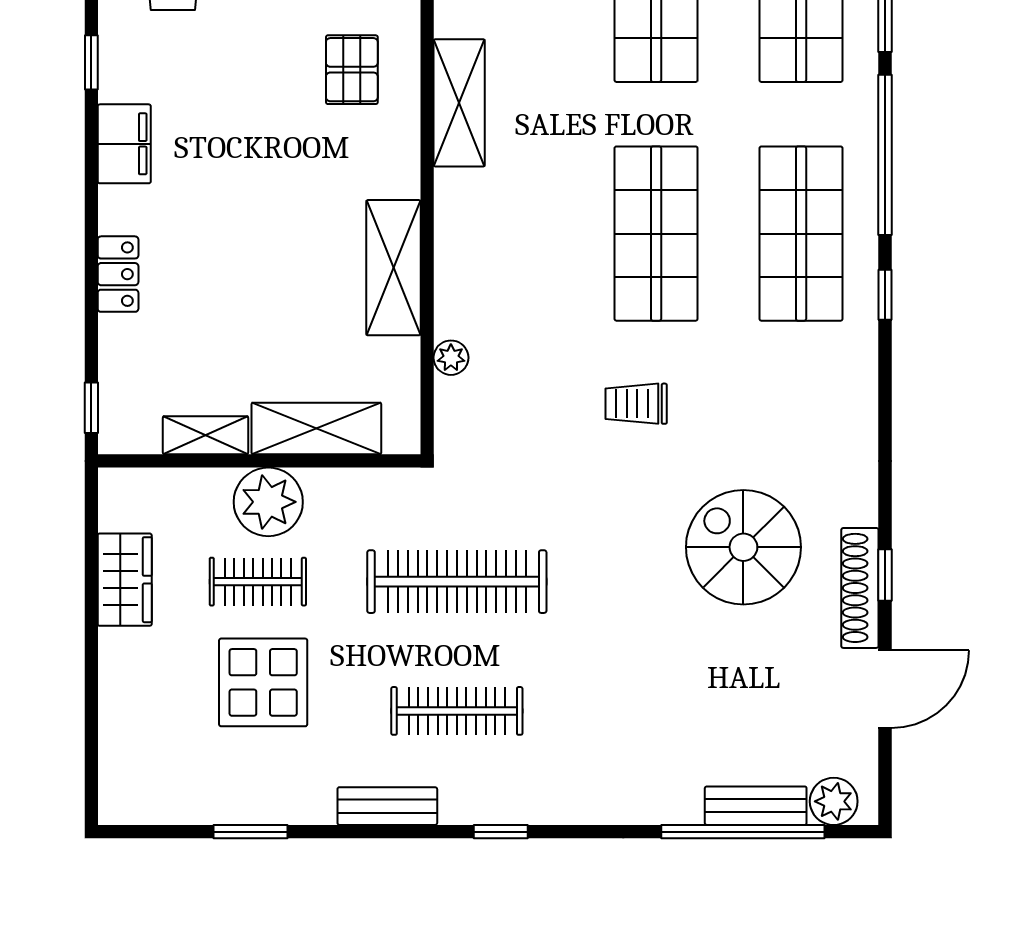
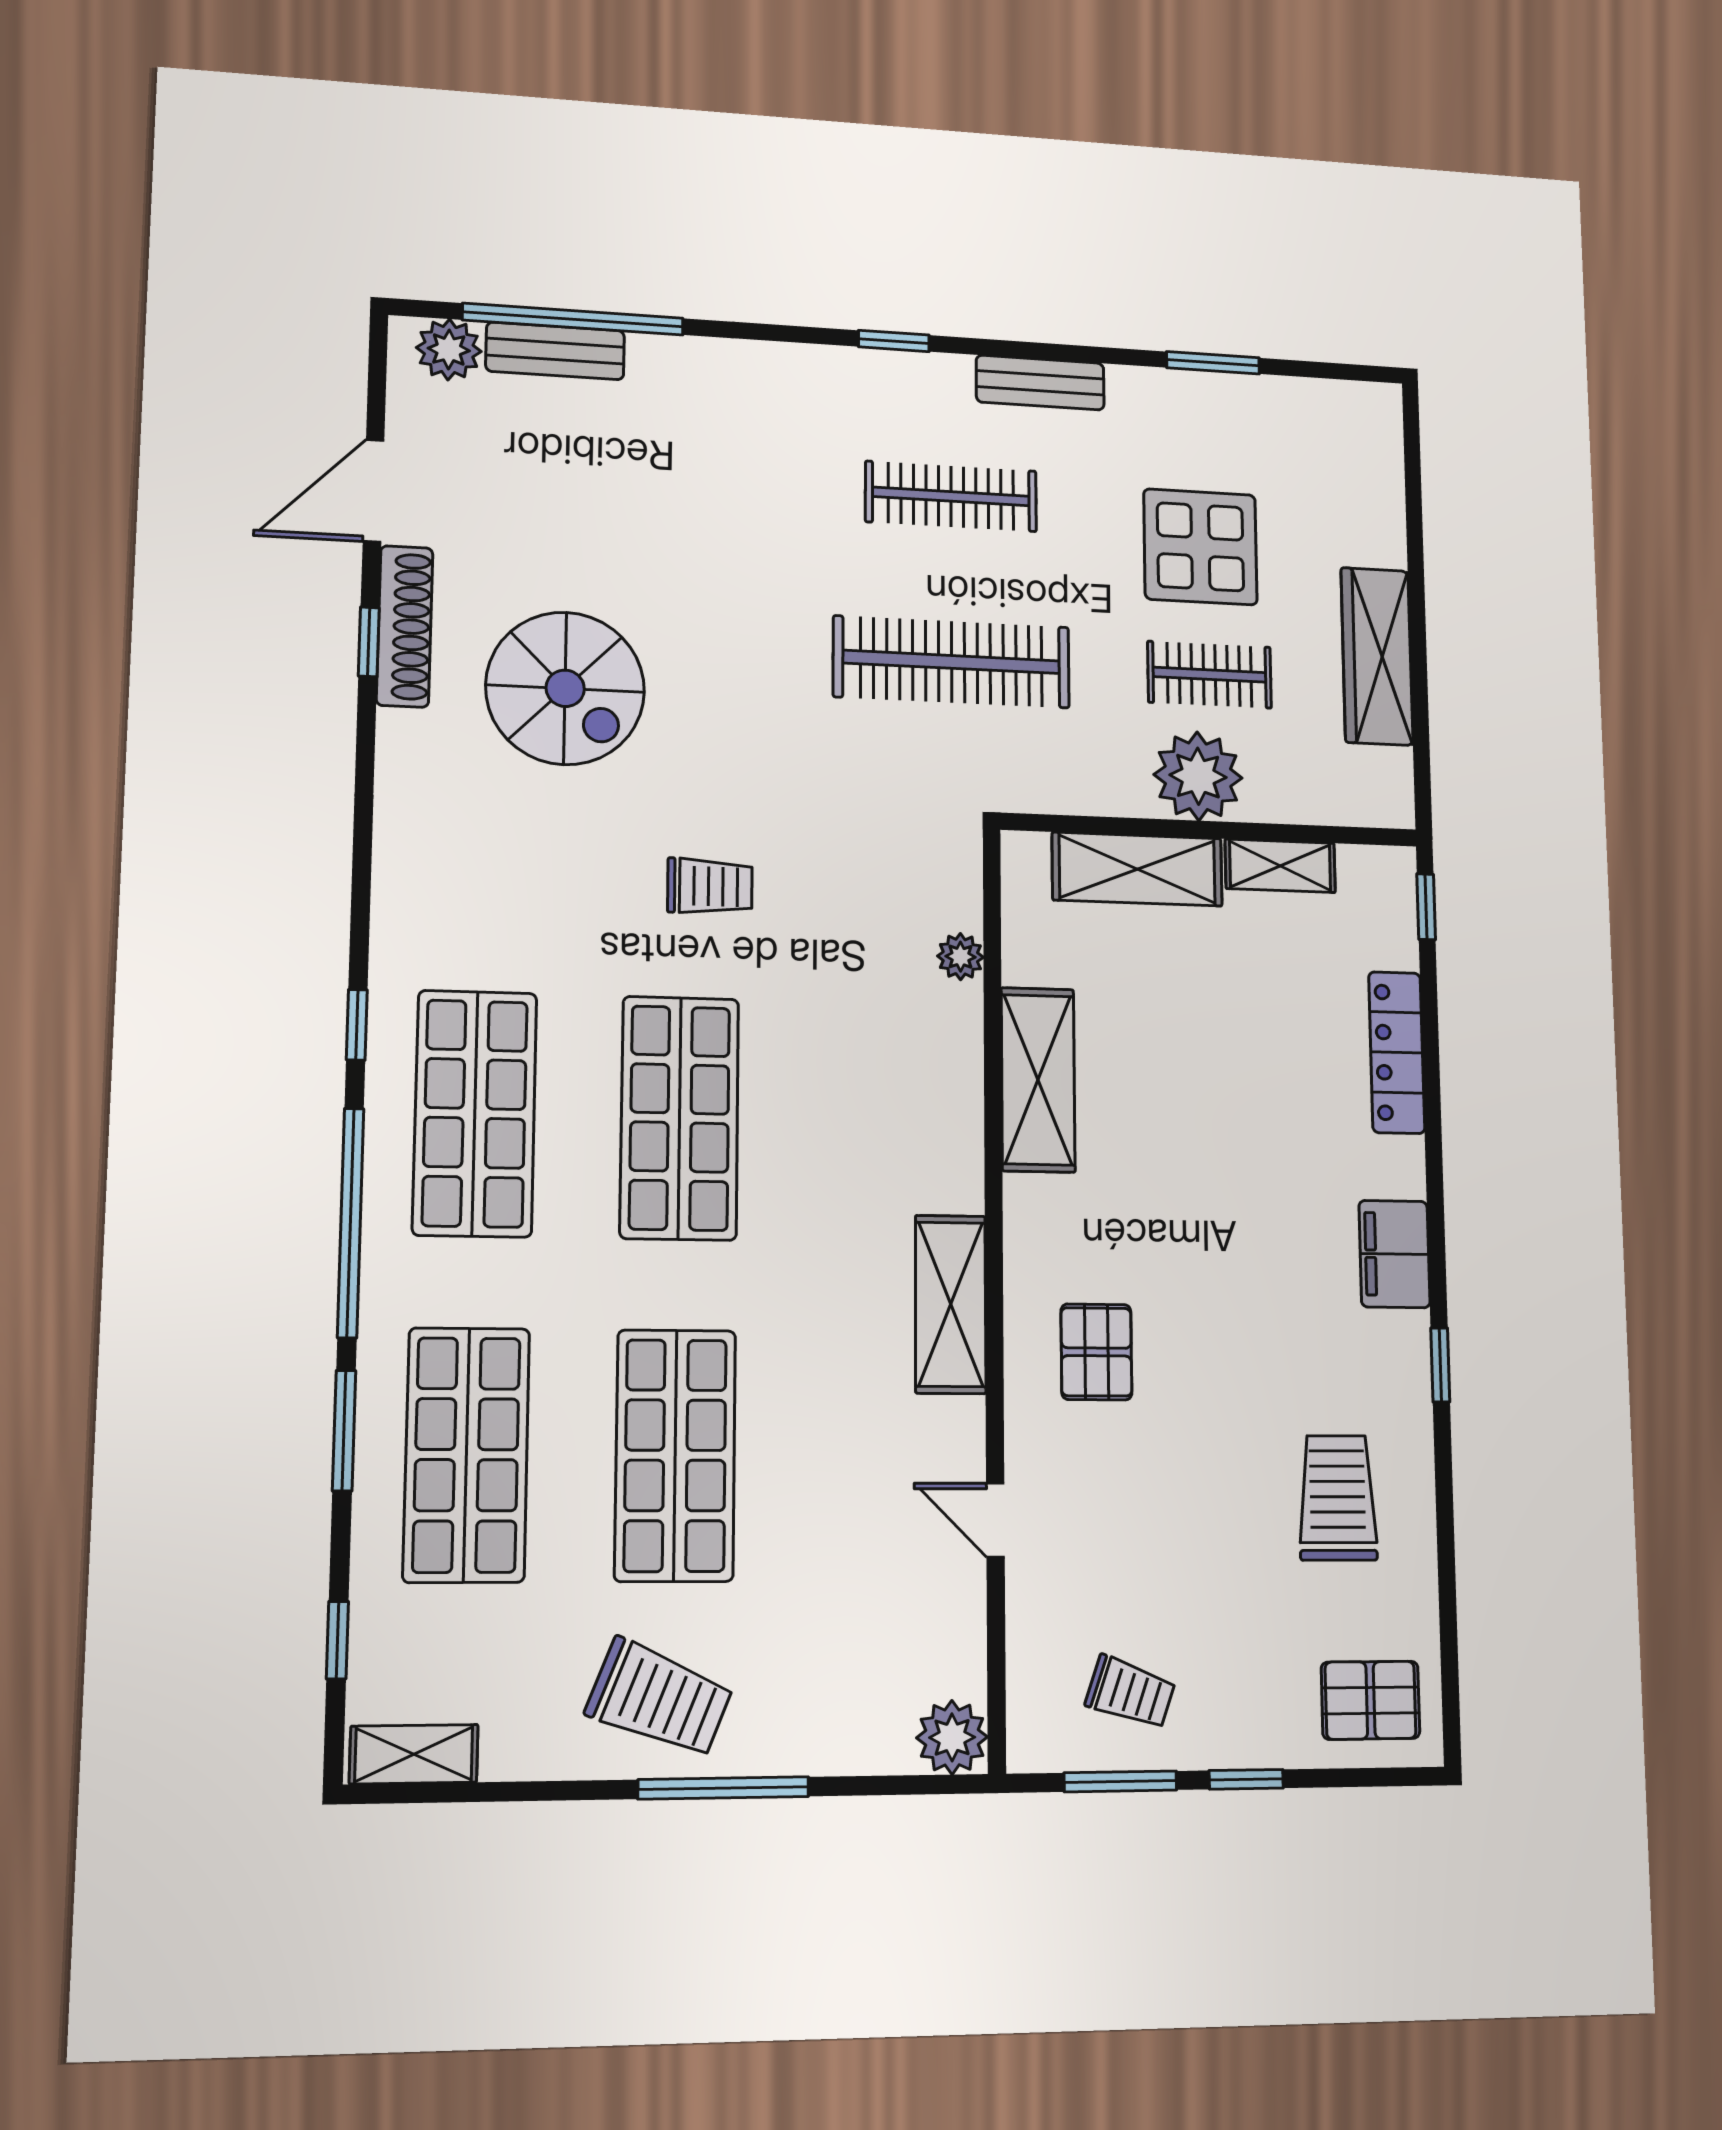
locker: (118, 274) -> (1397, 1053), width x1.53
wardrobe: (125, 580) -> (1377, 656), width x1.50

